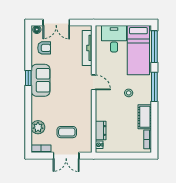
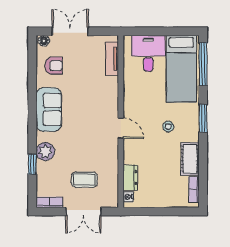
double door: (56, 23) -> (70, 31), swing flipped
tv unit: (87, 48) -> (112, 59), width x0.71
window: (28, 78) -> (32, 164), moved
door: (94, 82) -> (121, 128), moved
window: (154, 87) -> (203, 118), width x0.69
plant: (38, 127) -> (45, 151), moved

